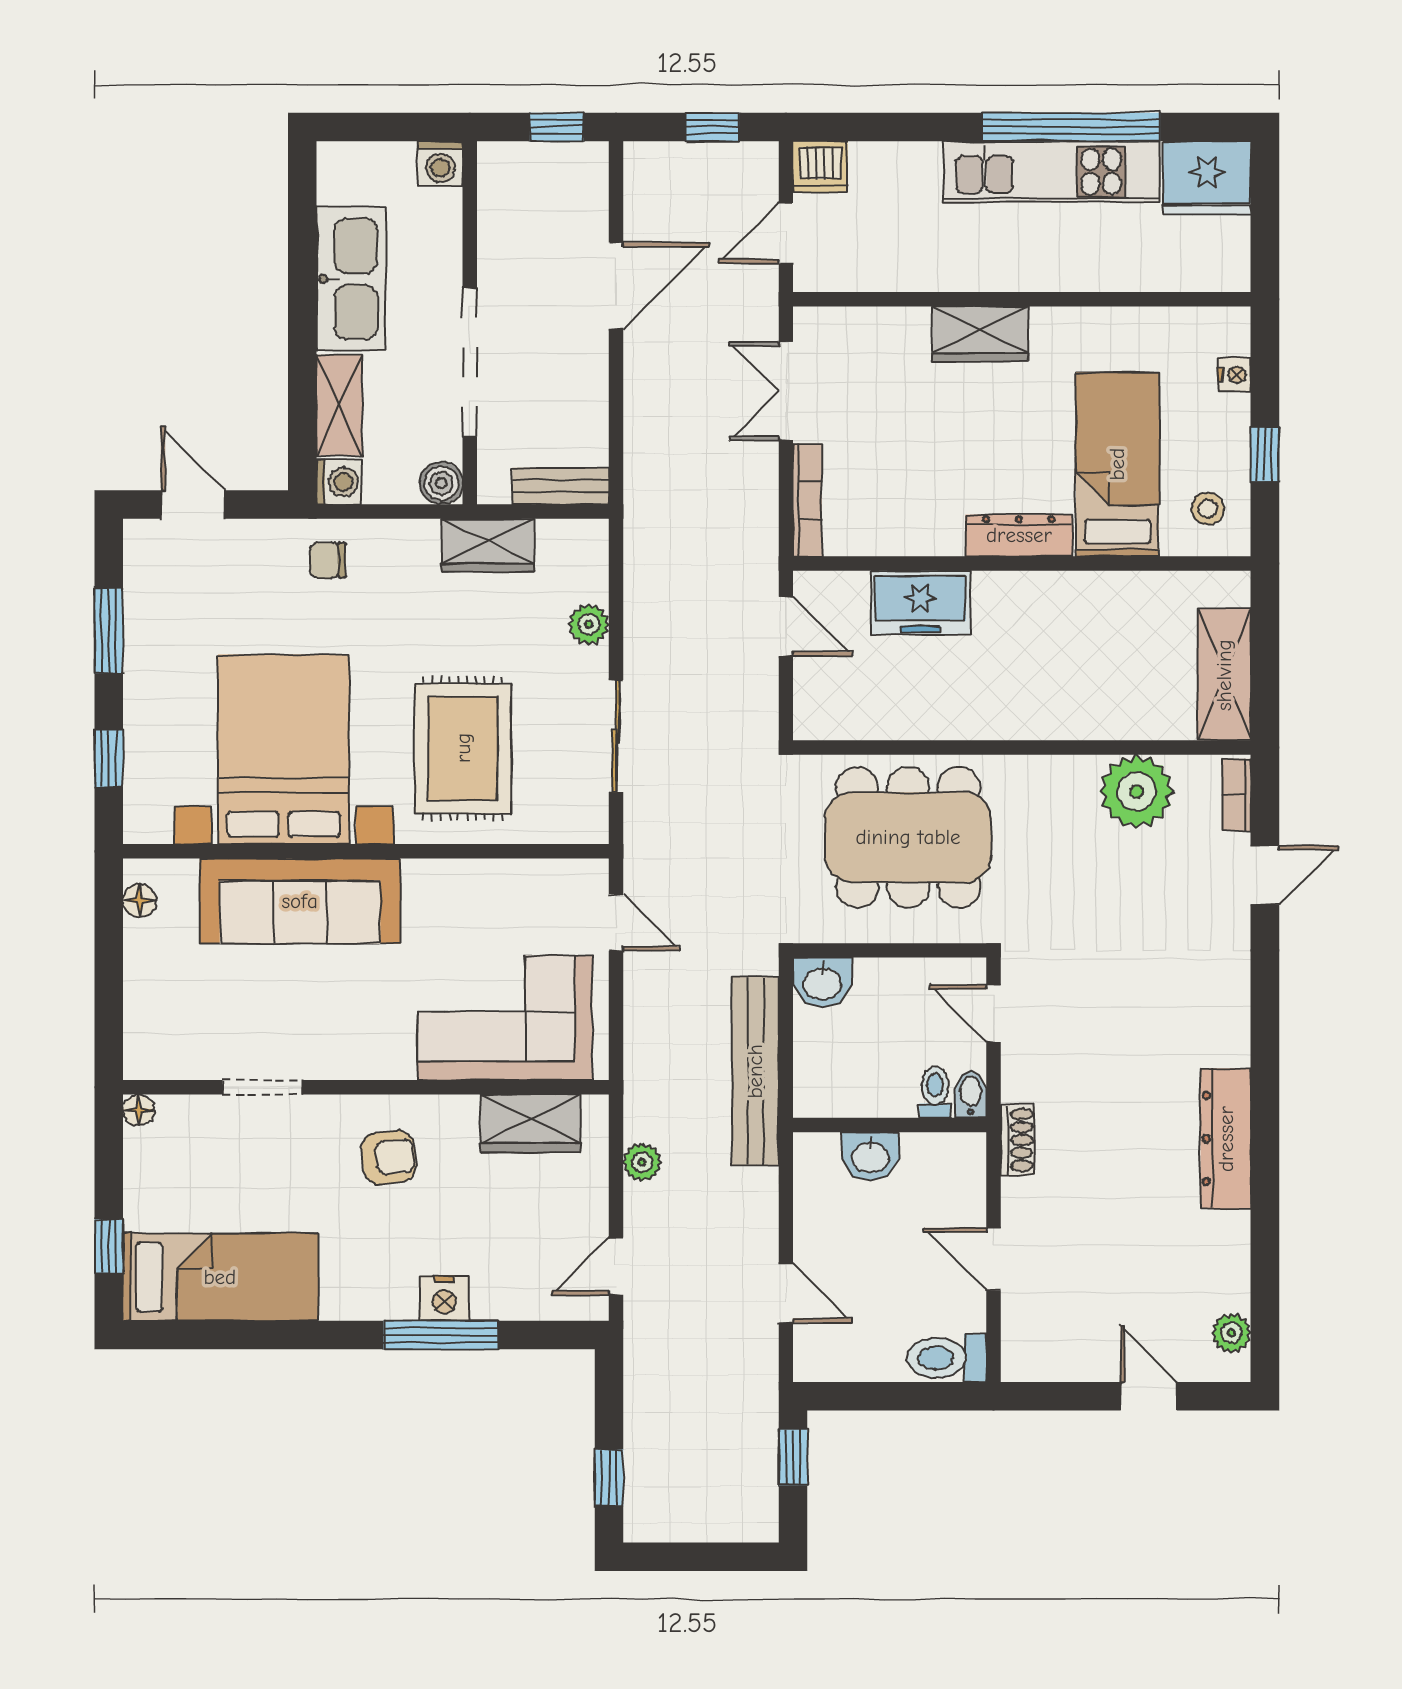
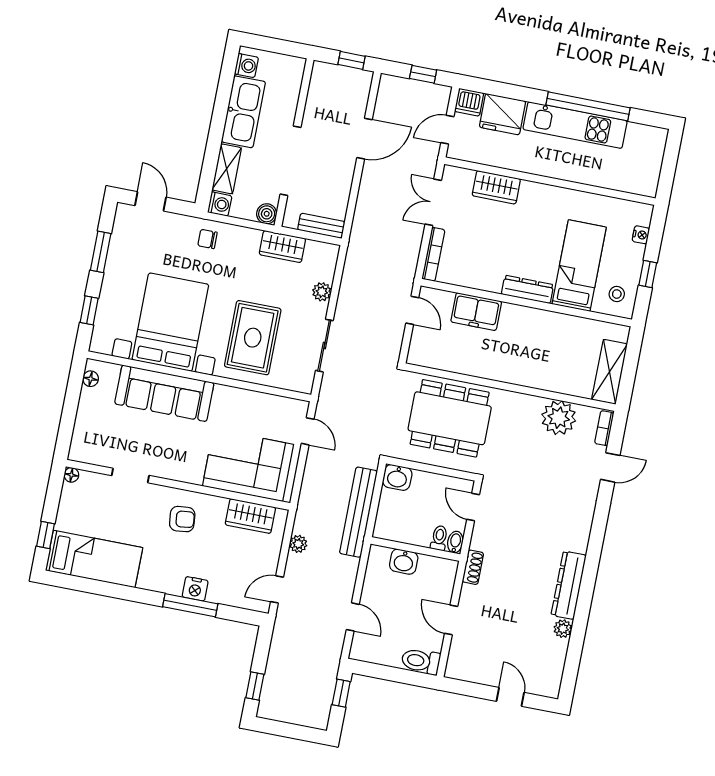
washing machine: (440, 163) -> (246, 66), moved, turned -90
fridge: (1207, 178) -> (503, 114), moved
wardrobe: (980, 334) -> (496, 187), moved
plant: (1231, 1333) -> (563, 629), moved

